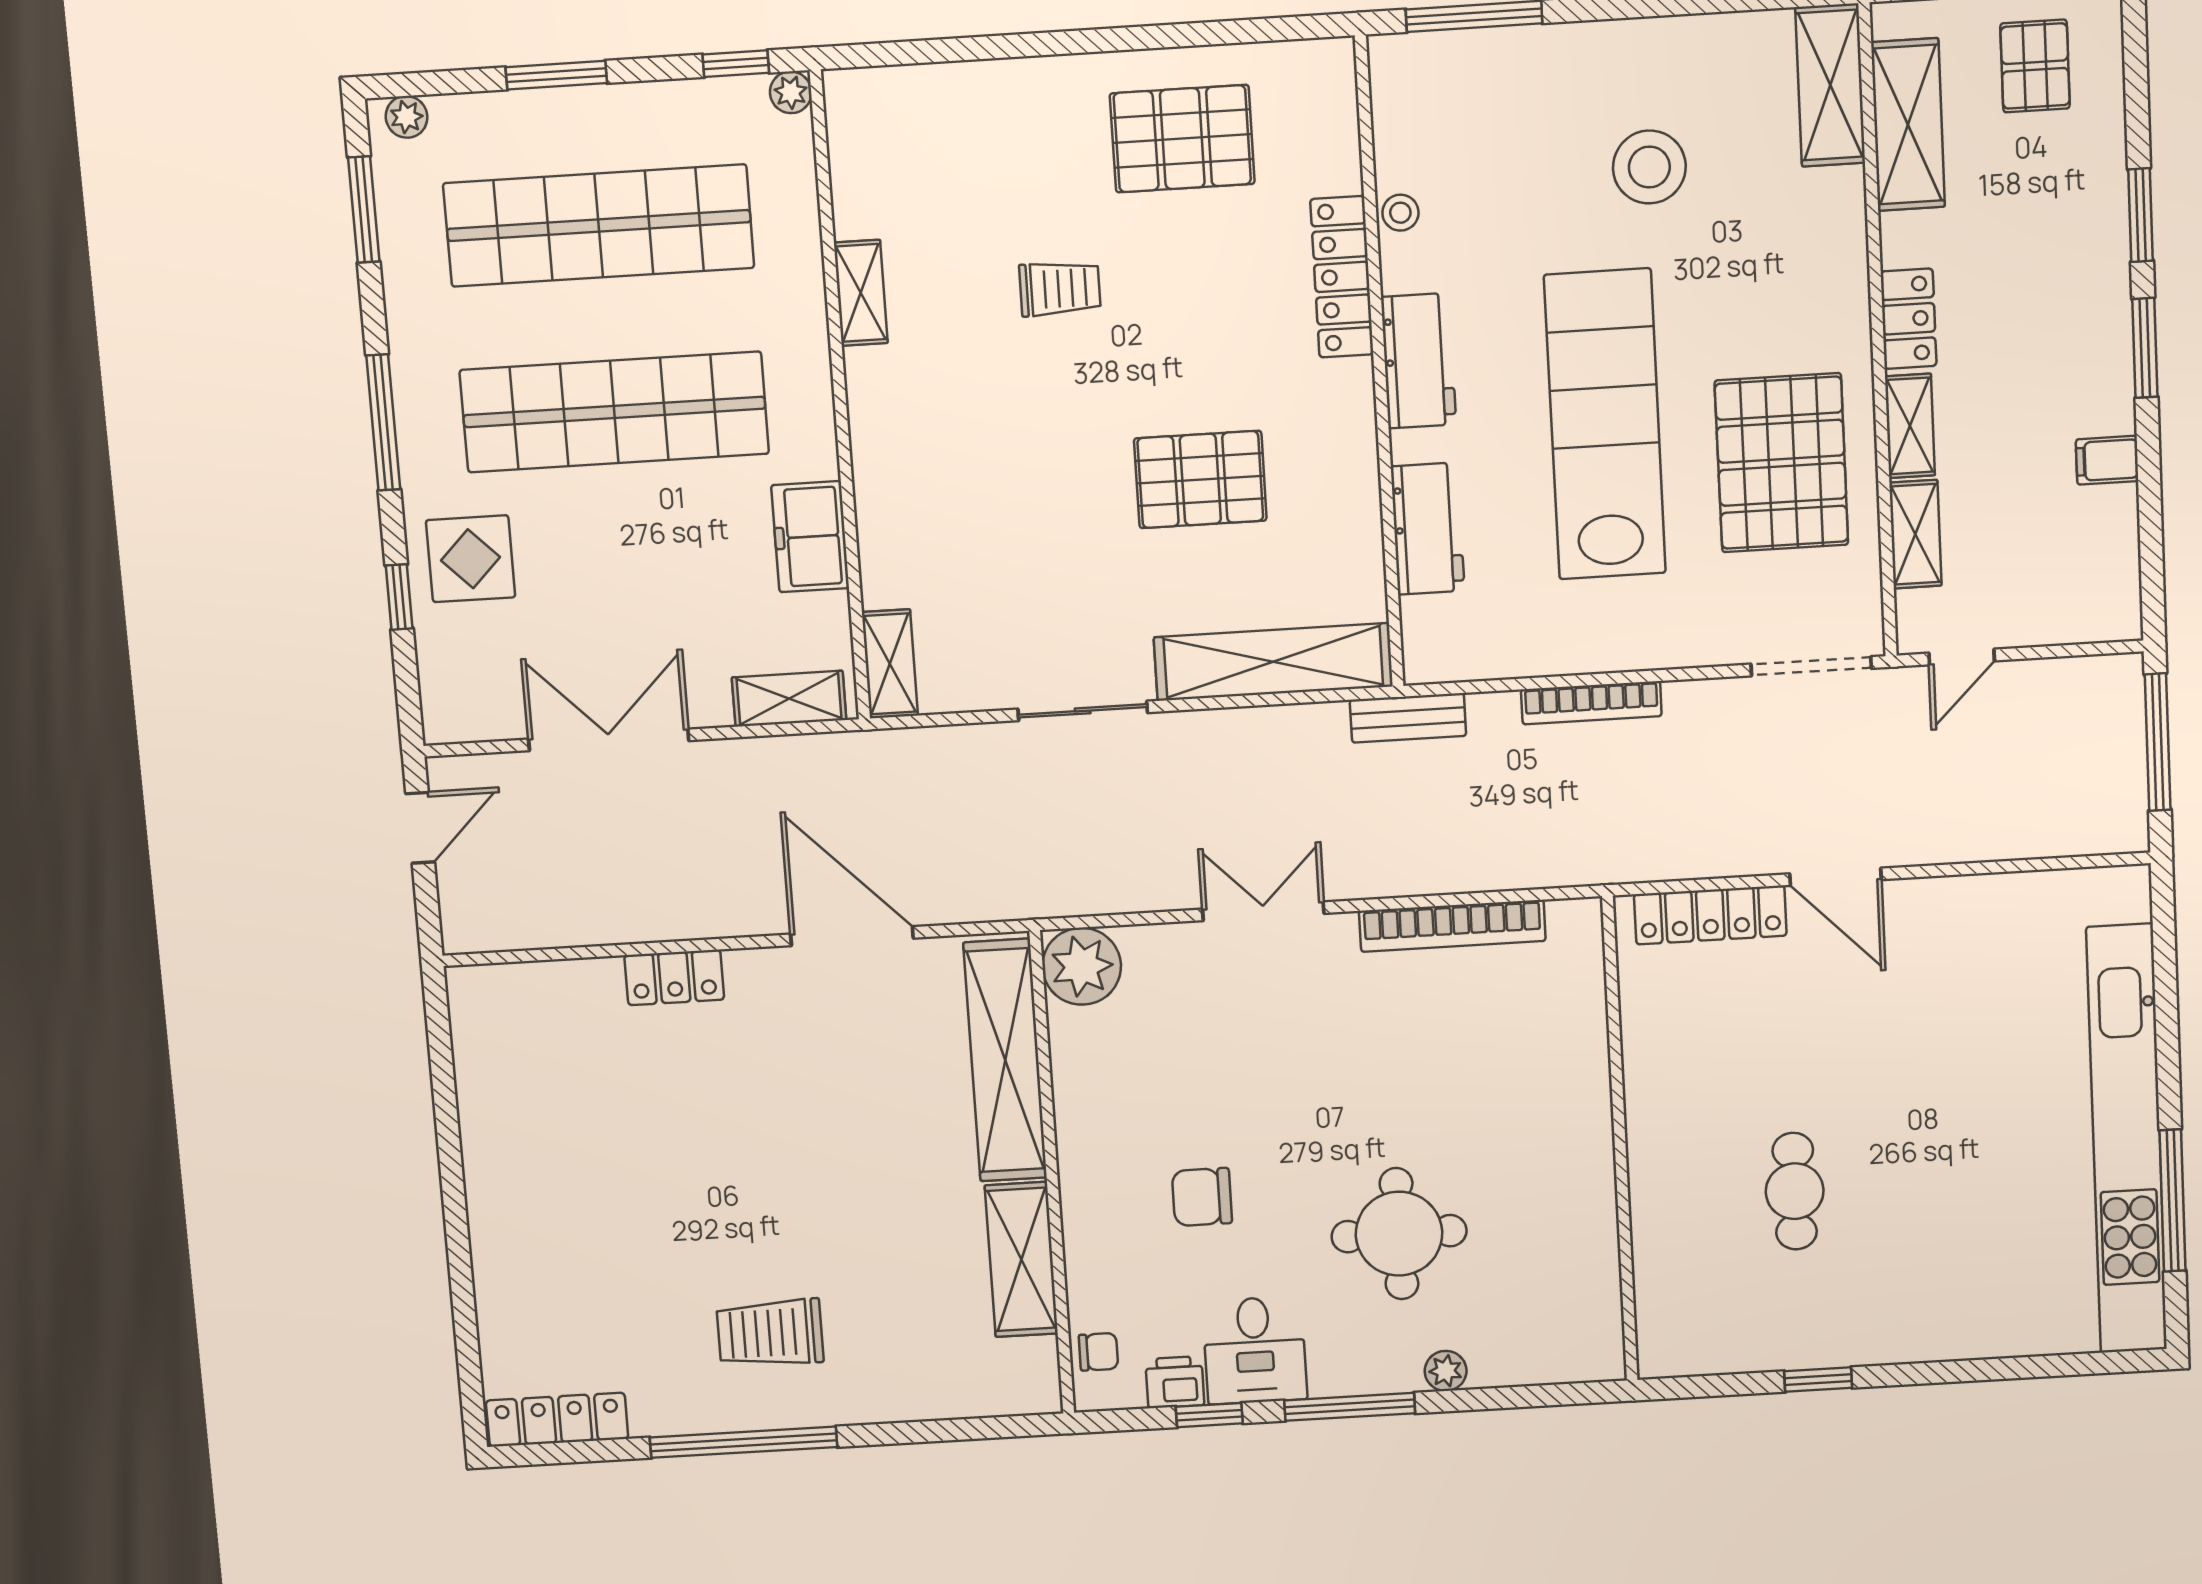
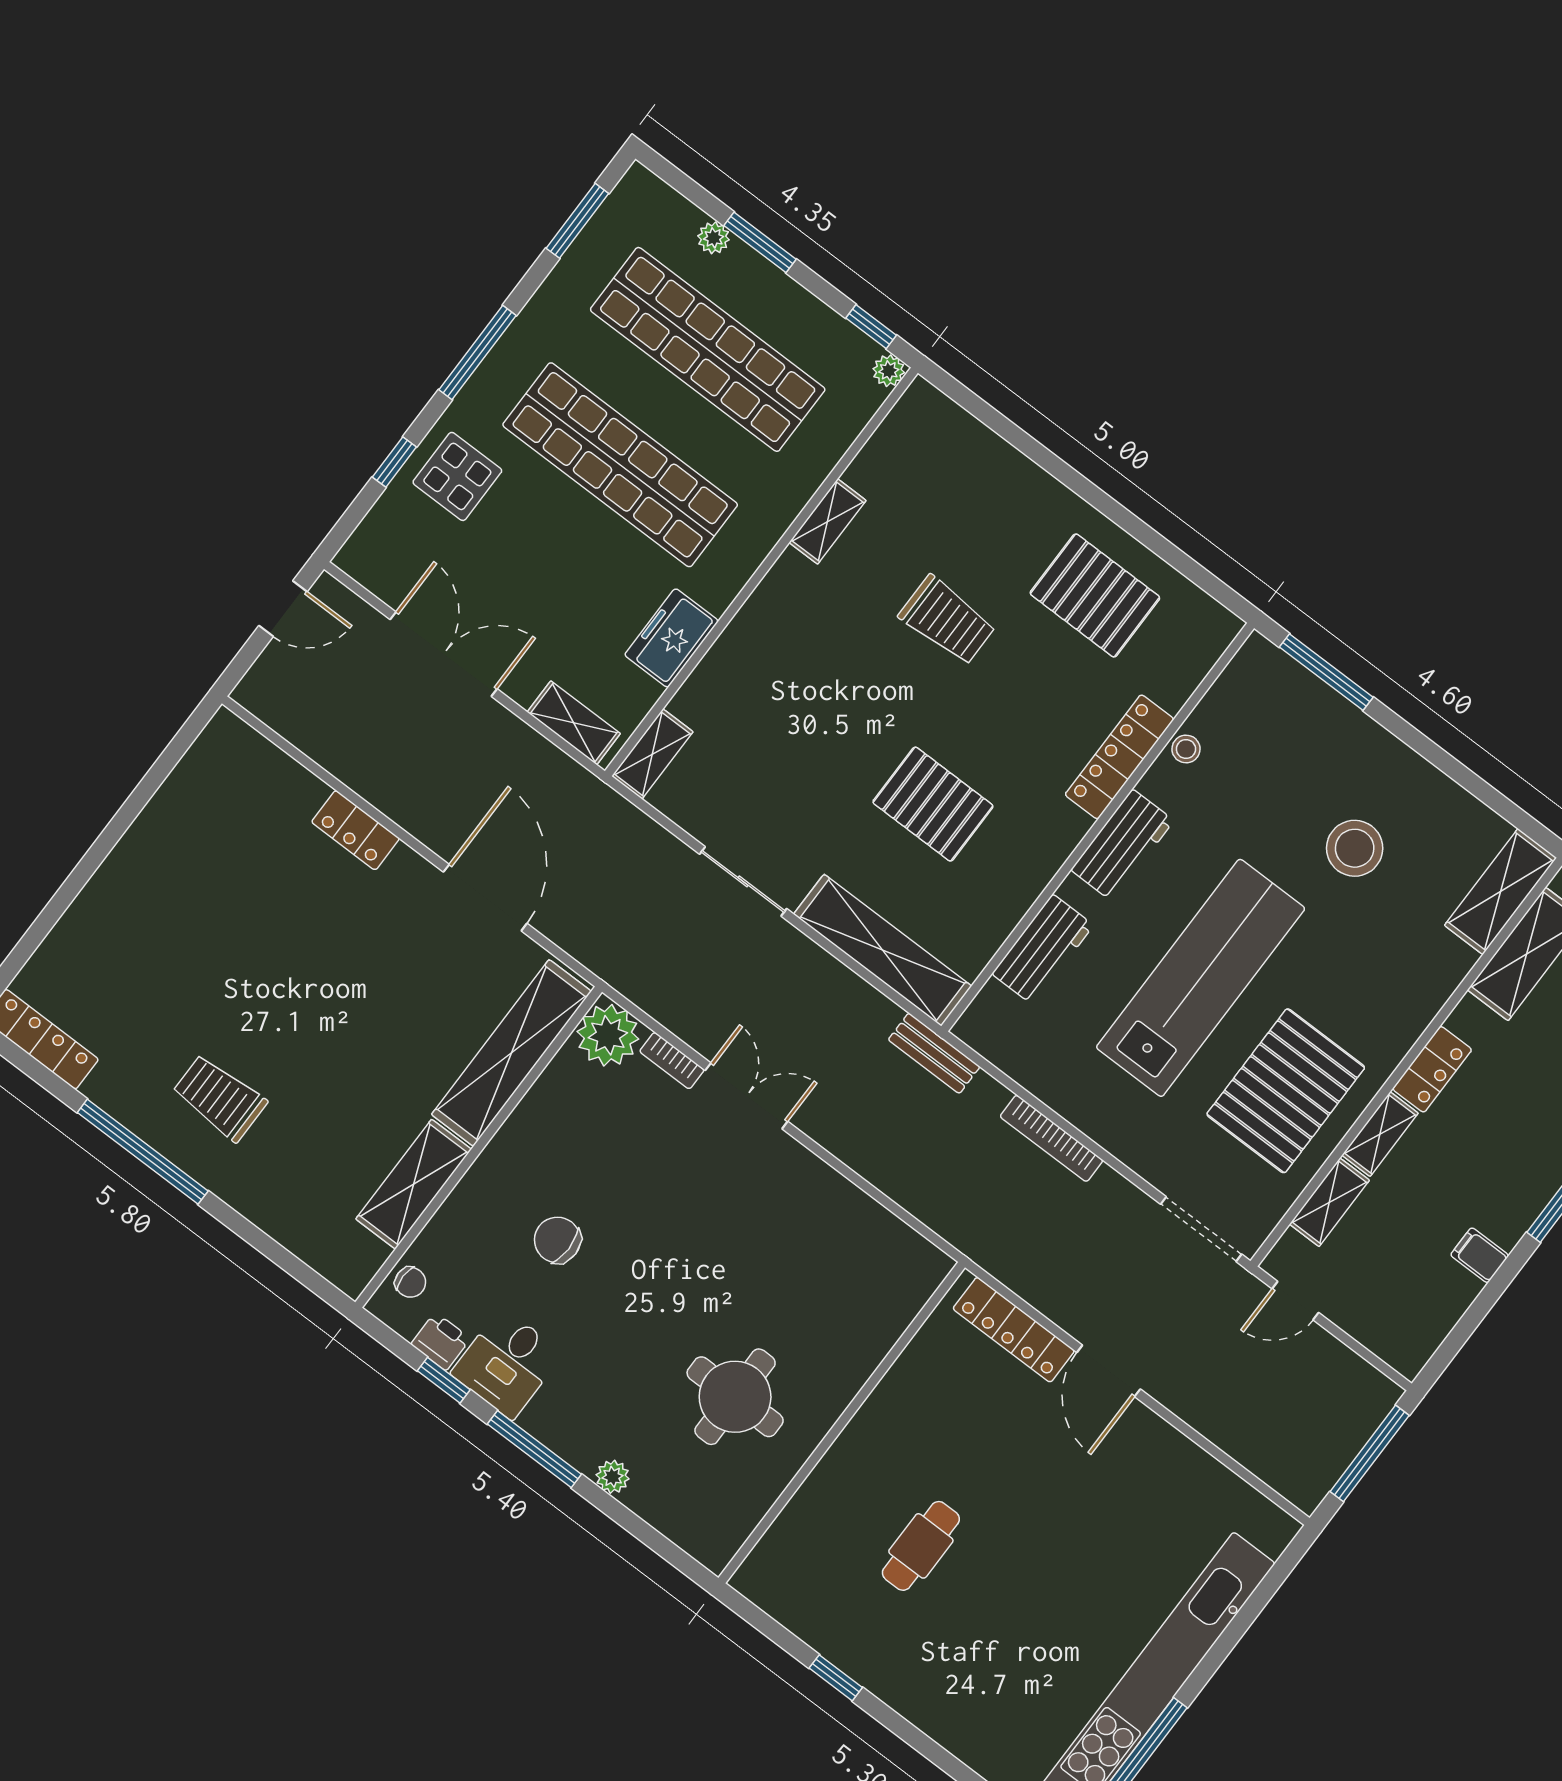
plant: (407, 117) -> (714, 238), moved
trolley: (1060, 289) -> (947, 620), width x1.36, depth x1.39
bookcase: (1452, 926) -> (672, 1061), moved, width x0.43, depth x0.76
round table: (1399, 1234) -> (735, 1397), moved

